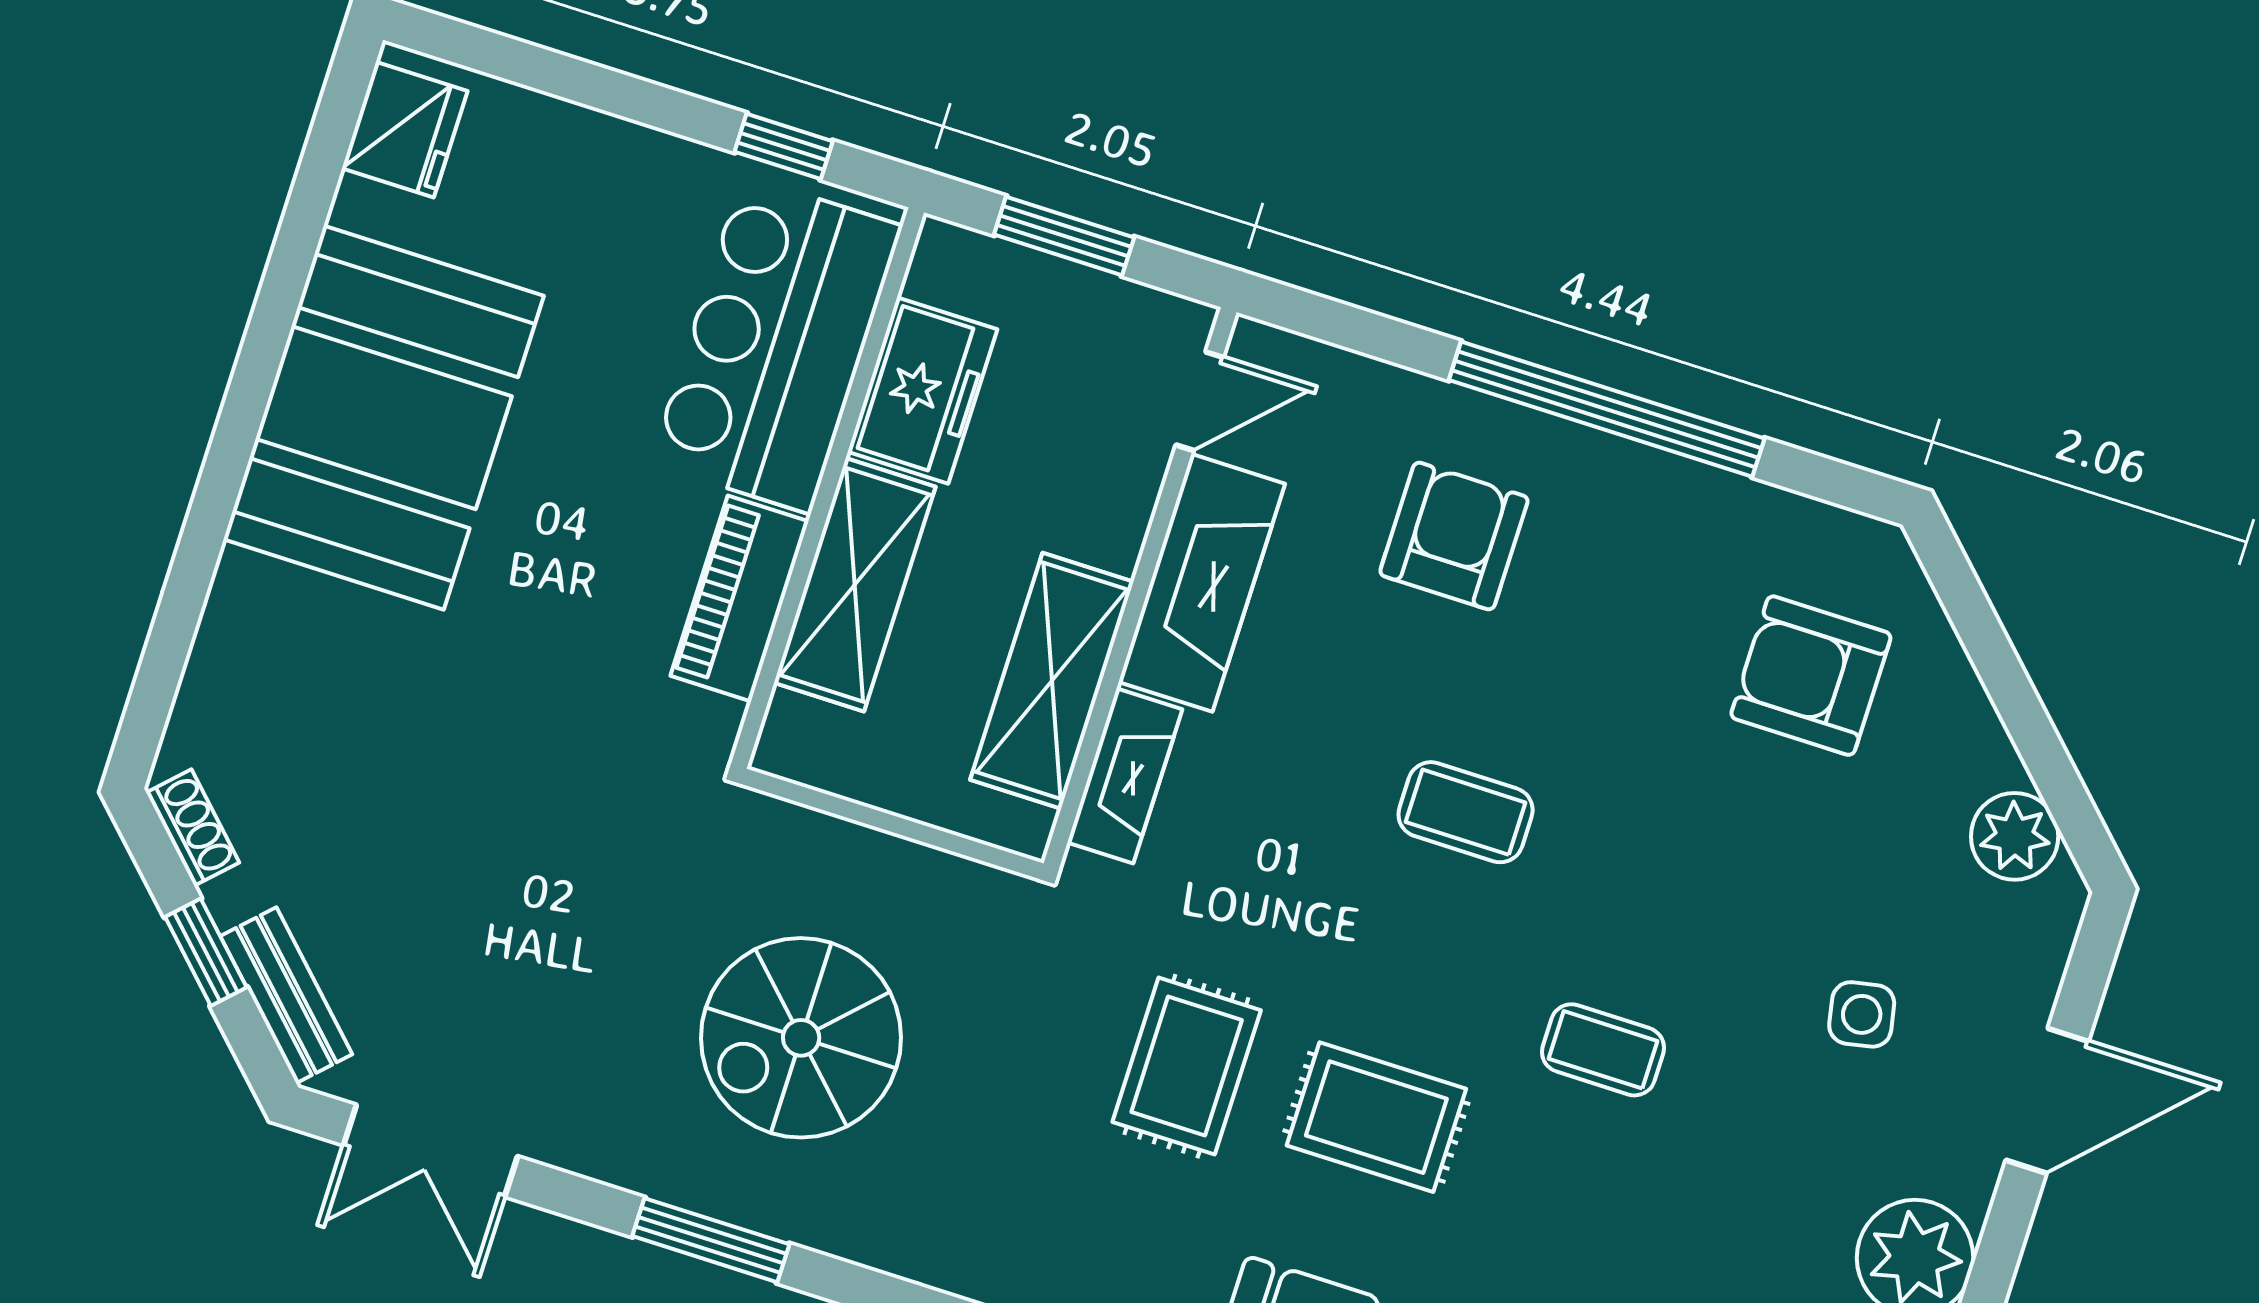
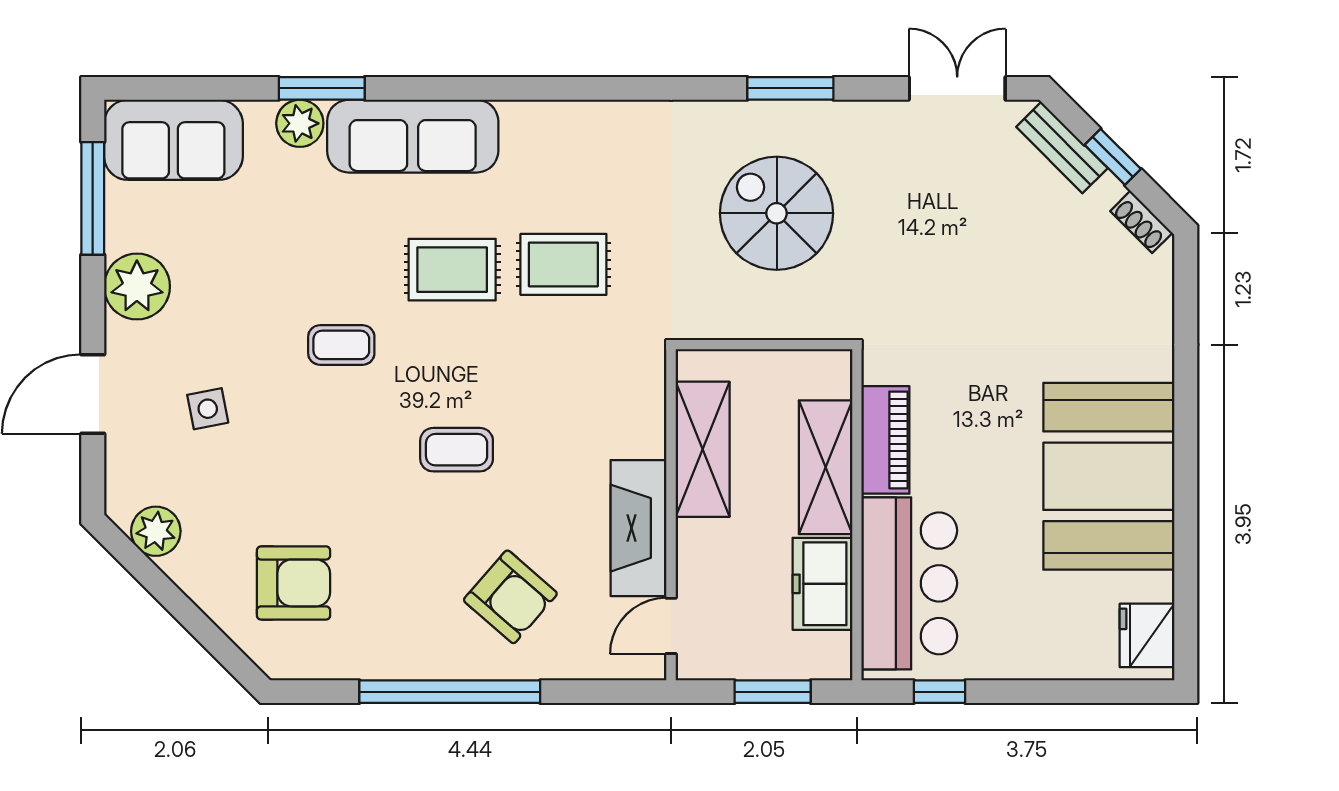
armchair: (1454, 536) -> (510, 597), turned -49
fireplace: (1125, 776) -> (647, 411), removed
spiral stairs: (801, 1038) -> (777, 213), turned -90
rug: (1187, 1066) -> (563, 264), turned 90

